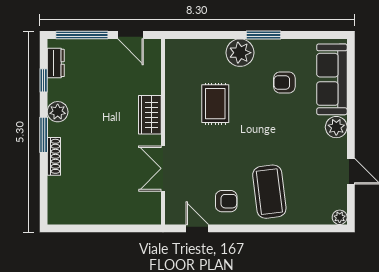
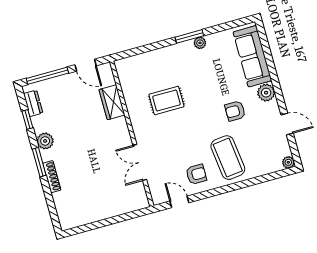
plant: (240, 53) -> (200, 43), moved, width x0.53, depth x0.53
armchair: (284, 82) -> (235, 111), moved
rug: (215, 104) -> (166, 101), turned 90
wardrobe: (150, 115) -> (112, 102), moved

